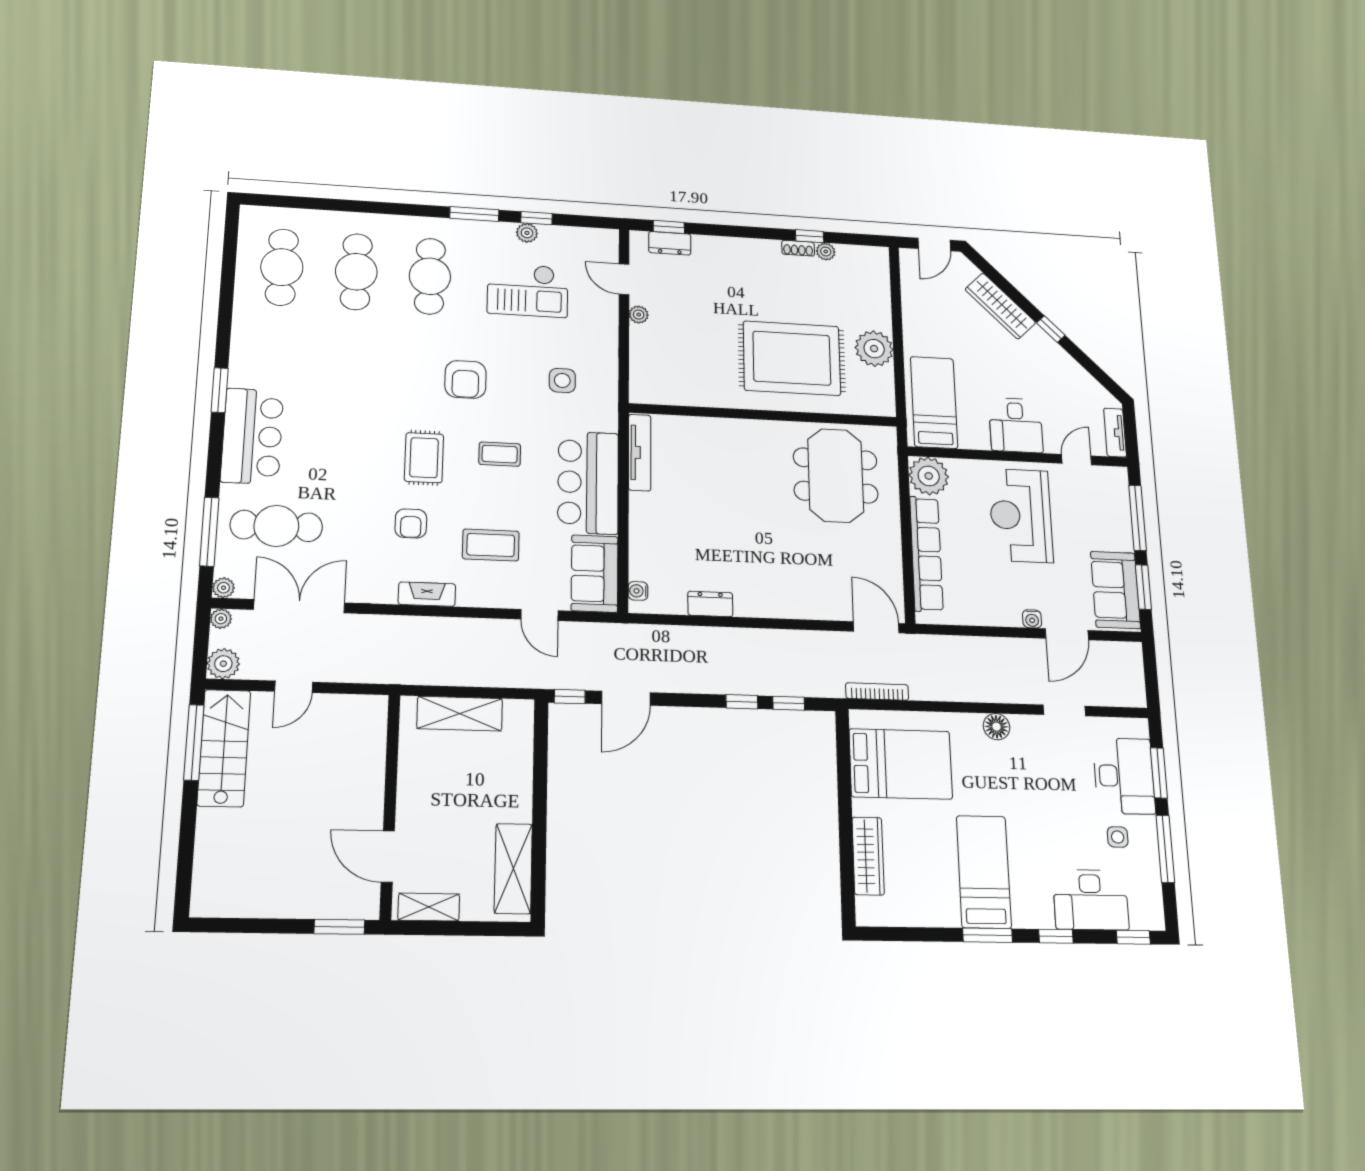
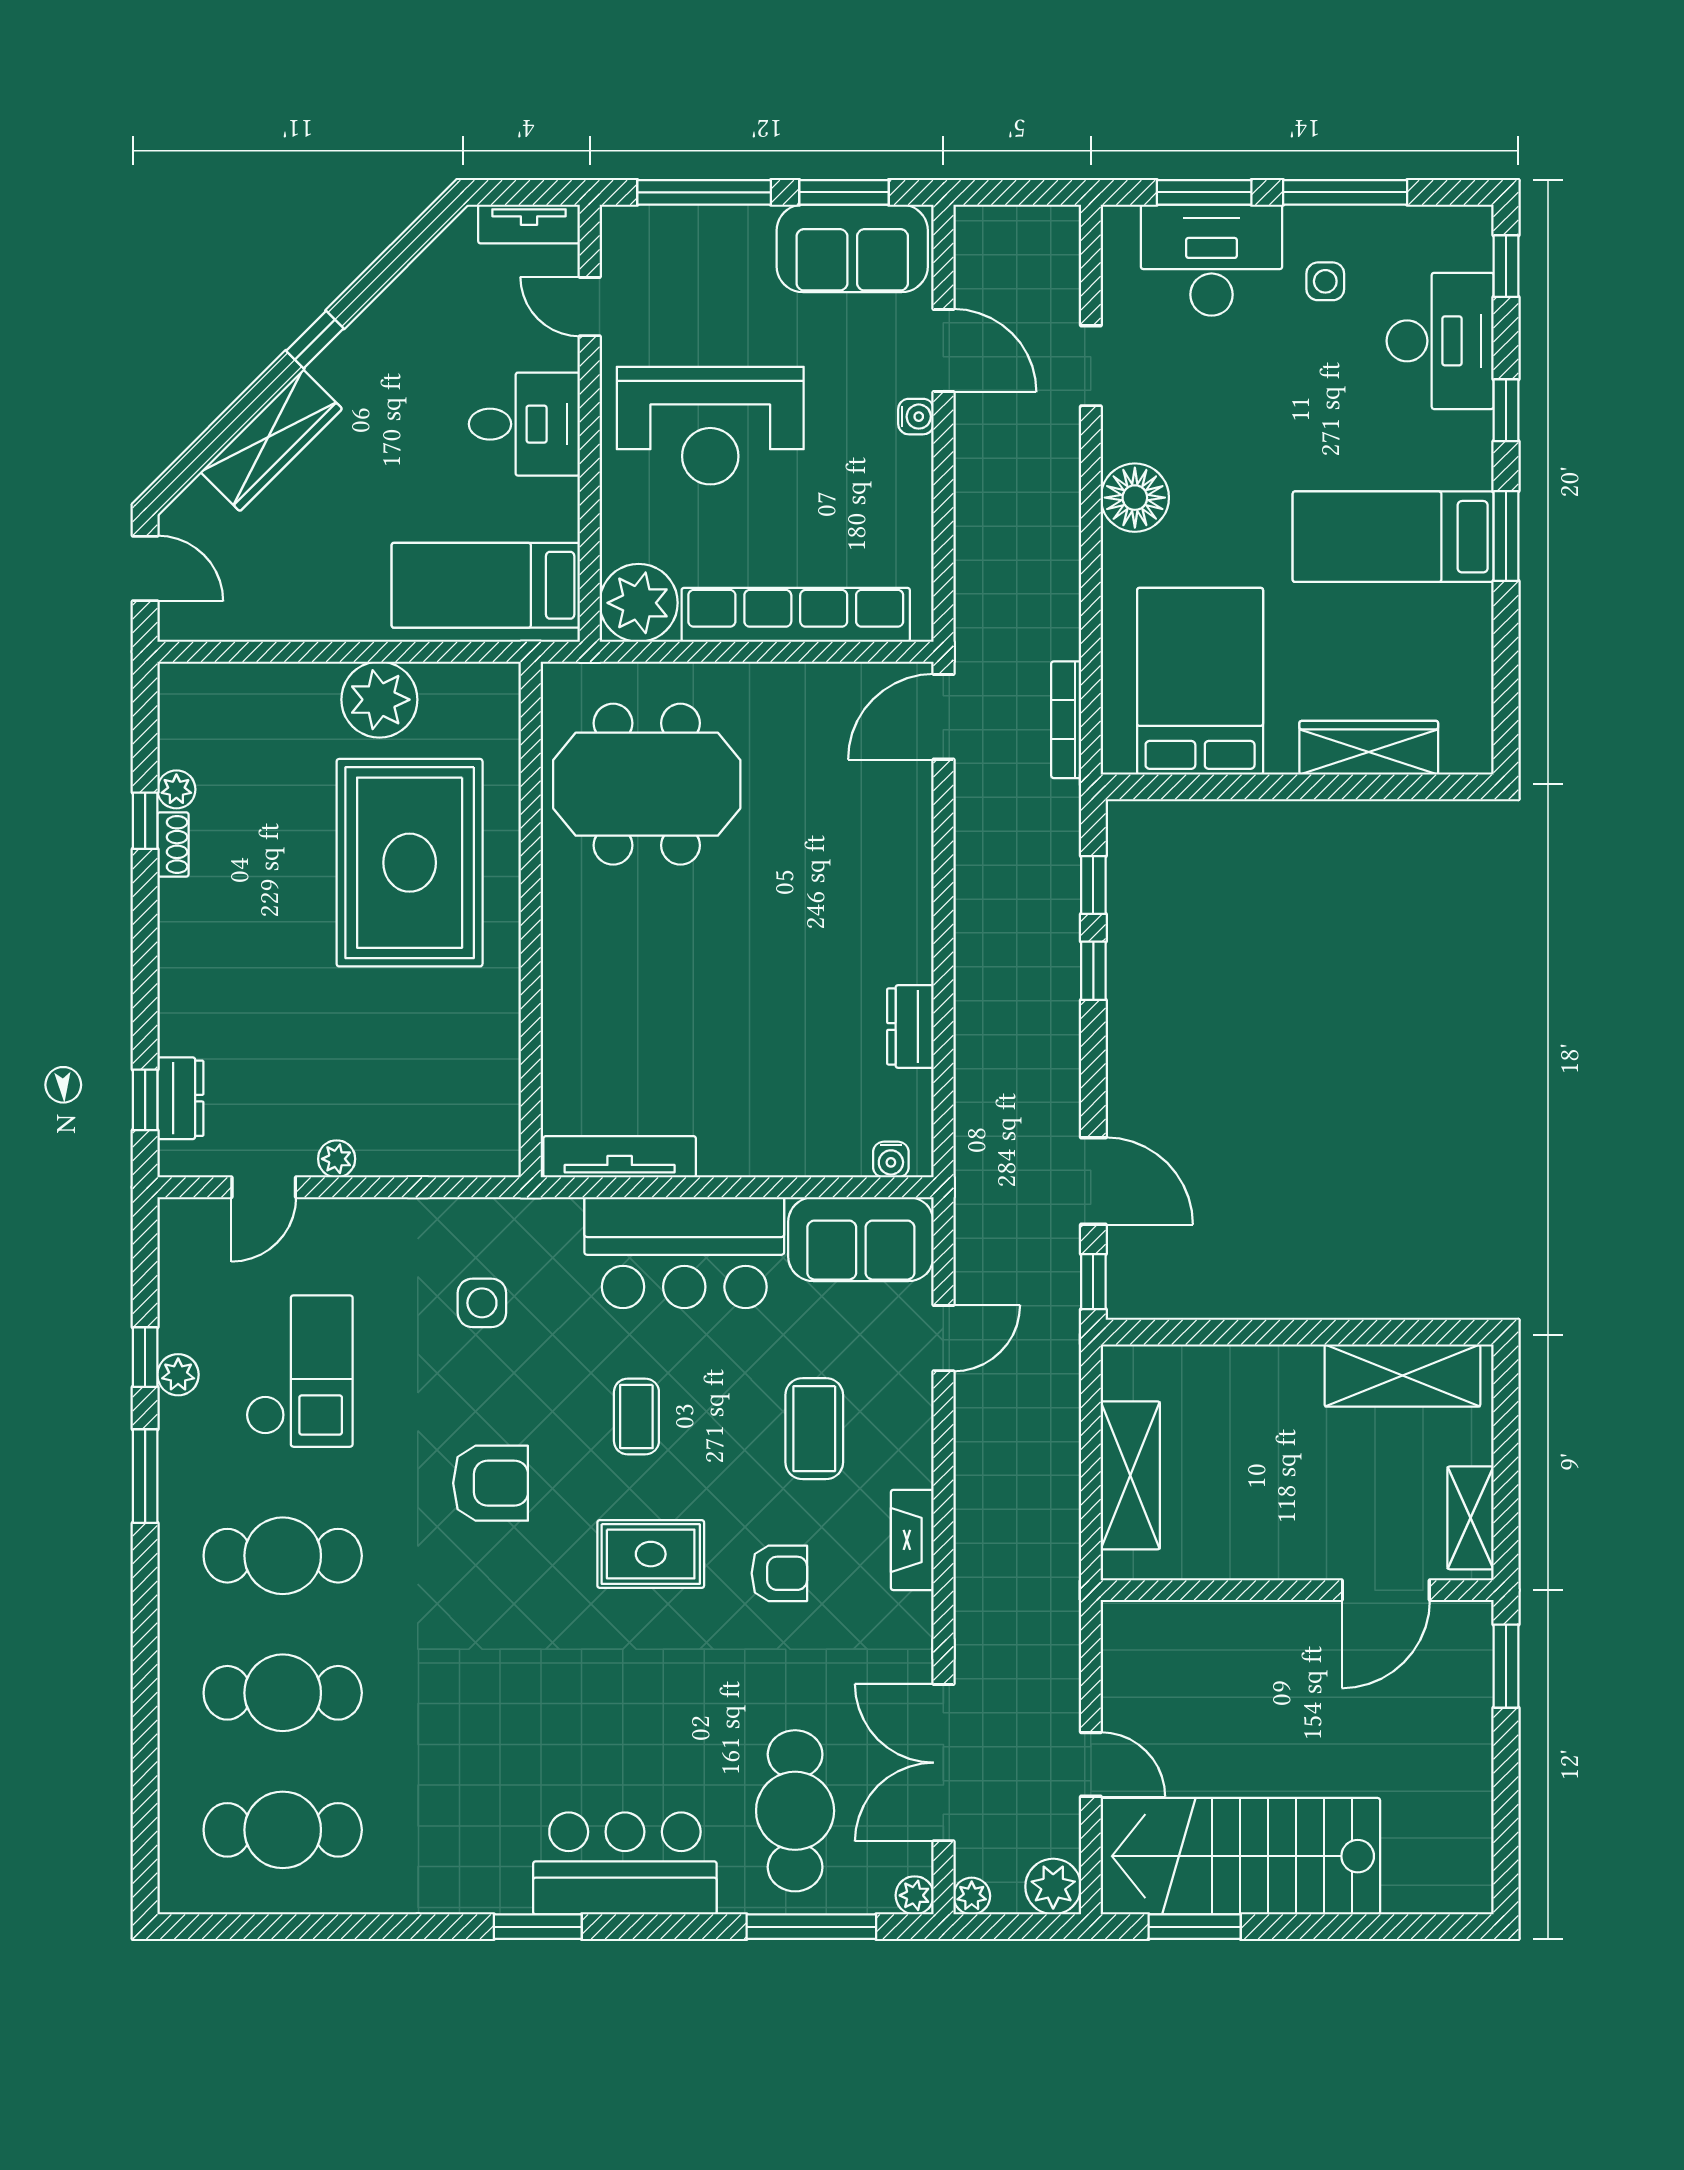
floor lamp: (996, 727) -> (1135, 498), width x1.38, depth x1.38
window: (194, 742) -> (1195, 1927), width x0.69
stairs: (224, 748) -> (1240, 1856), width x1.36, depth x1.51

